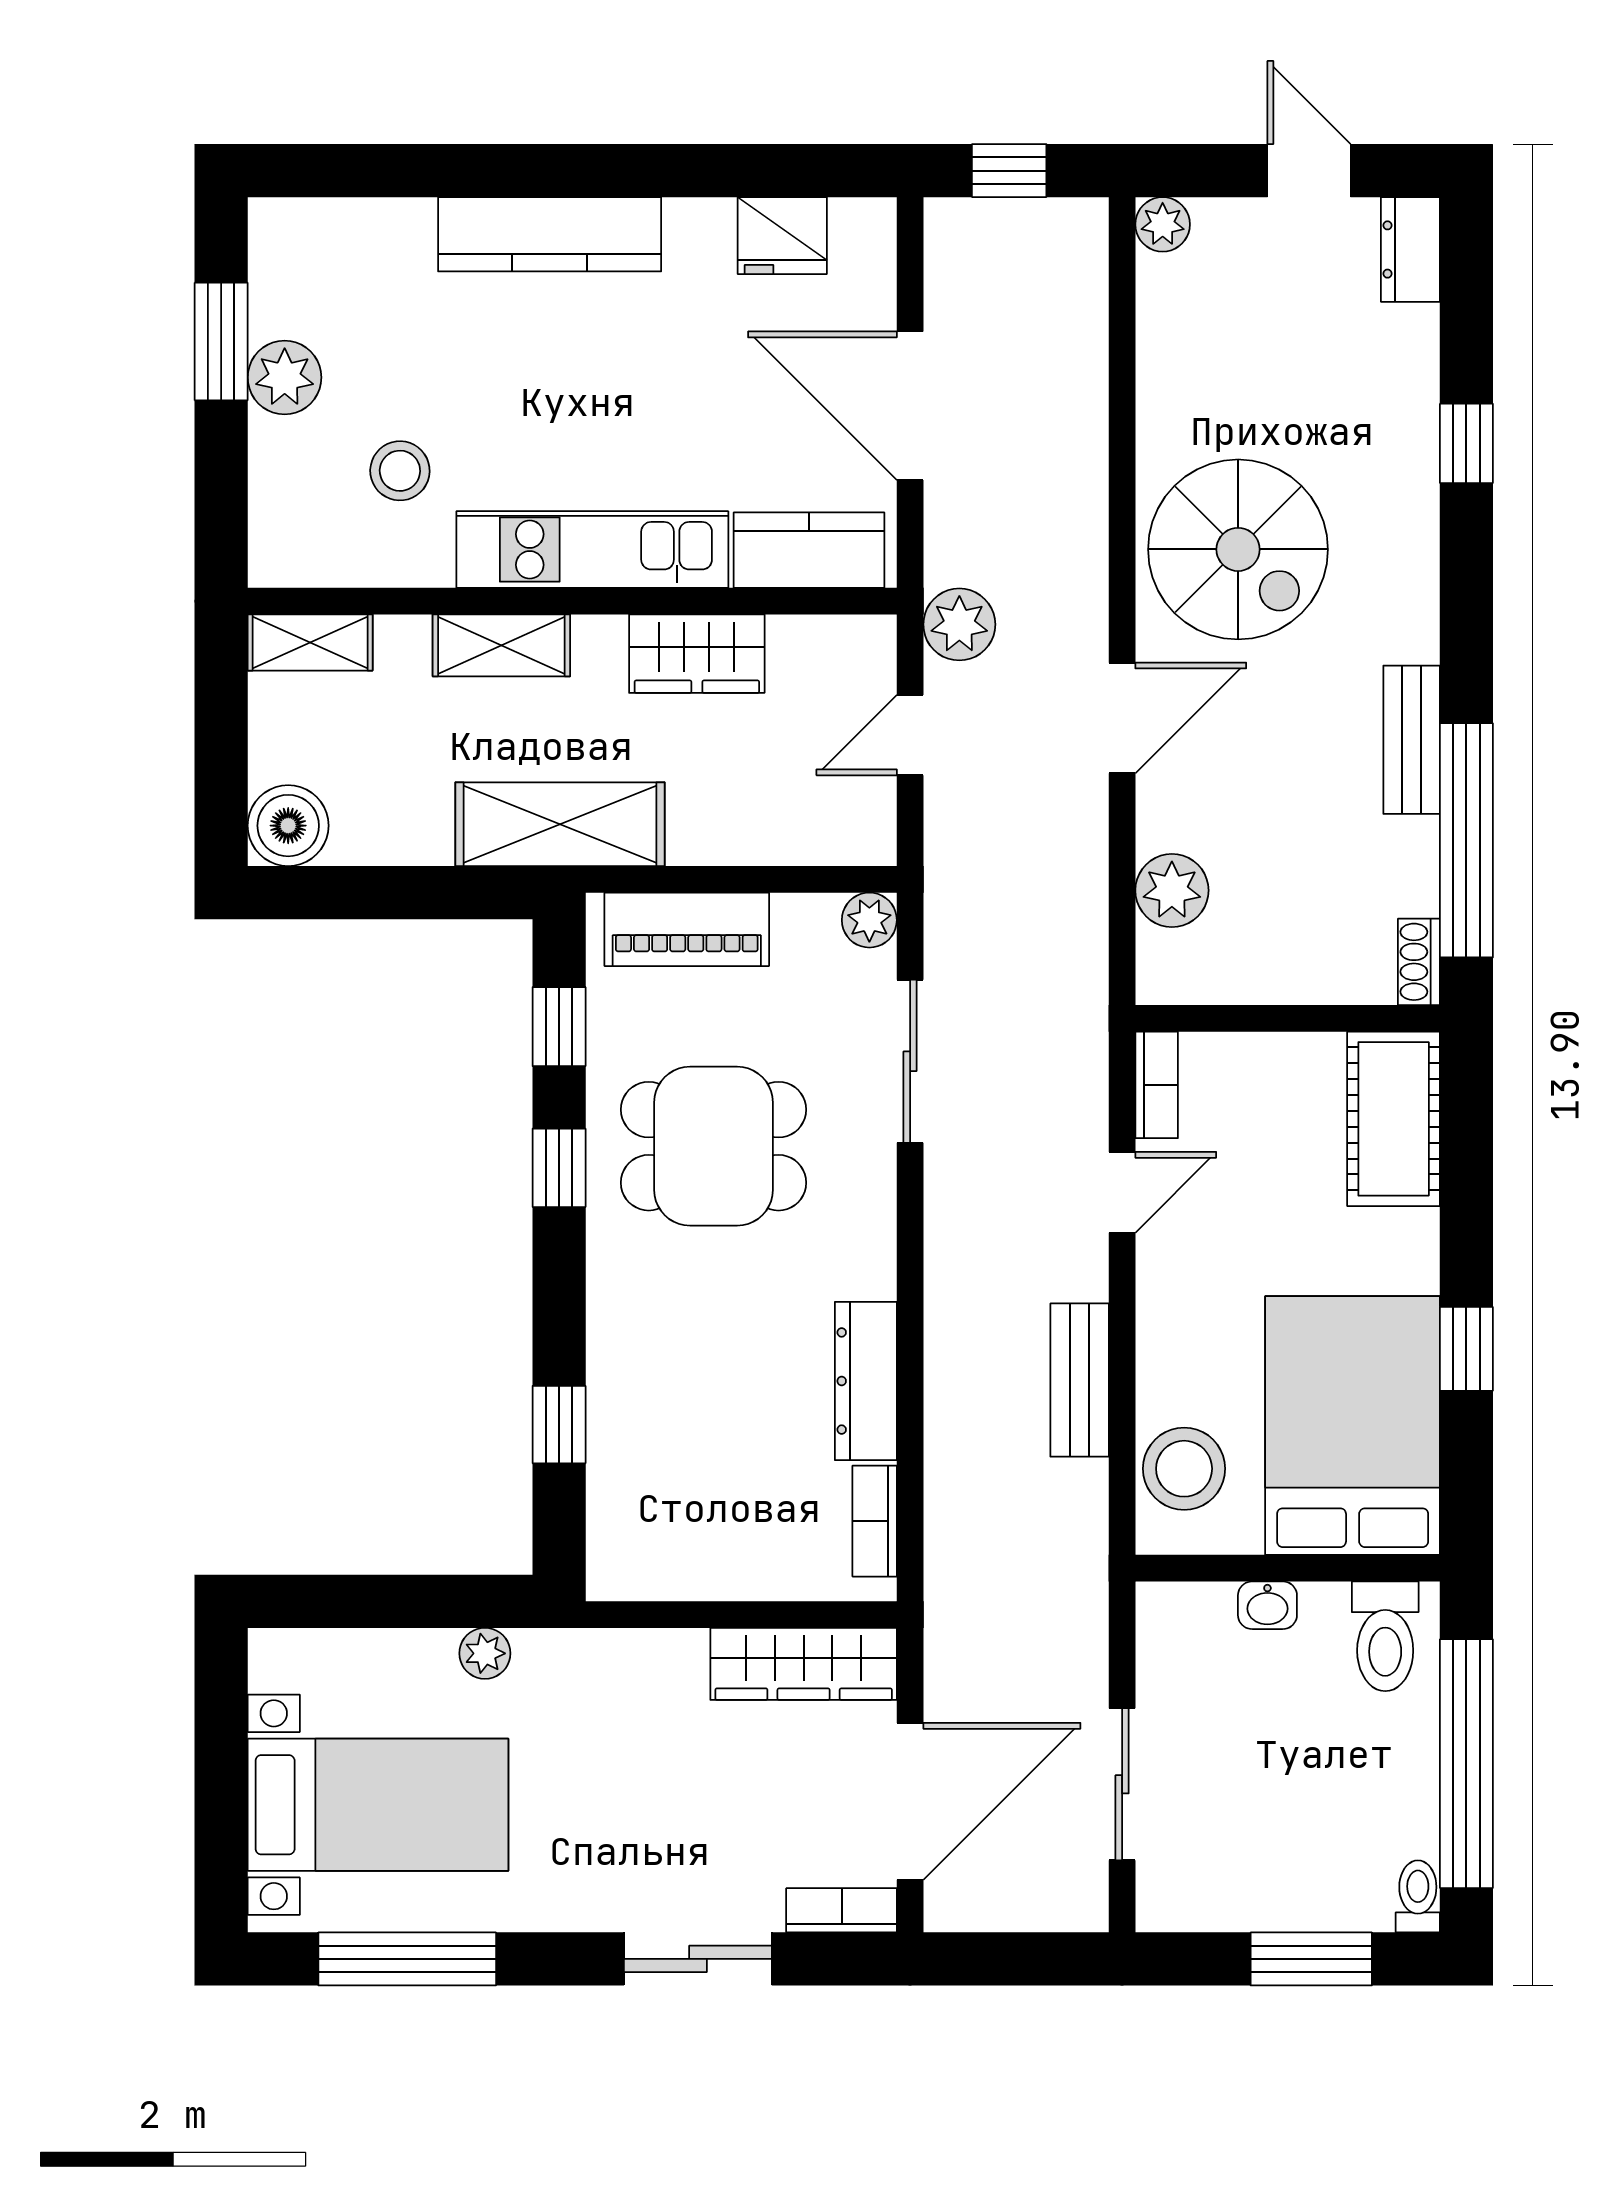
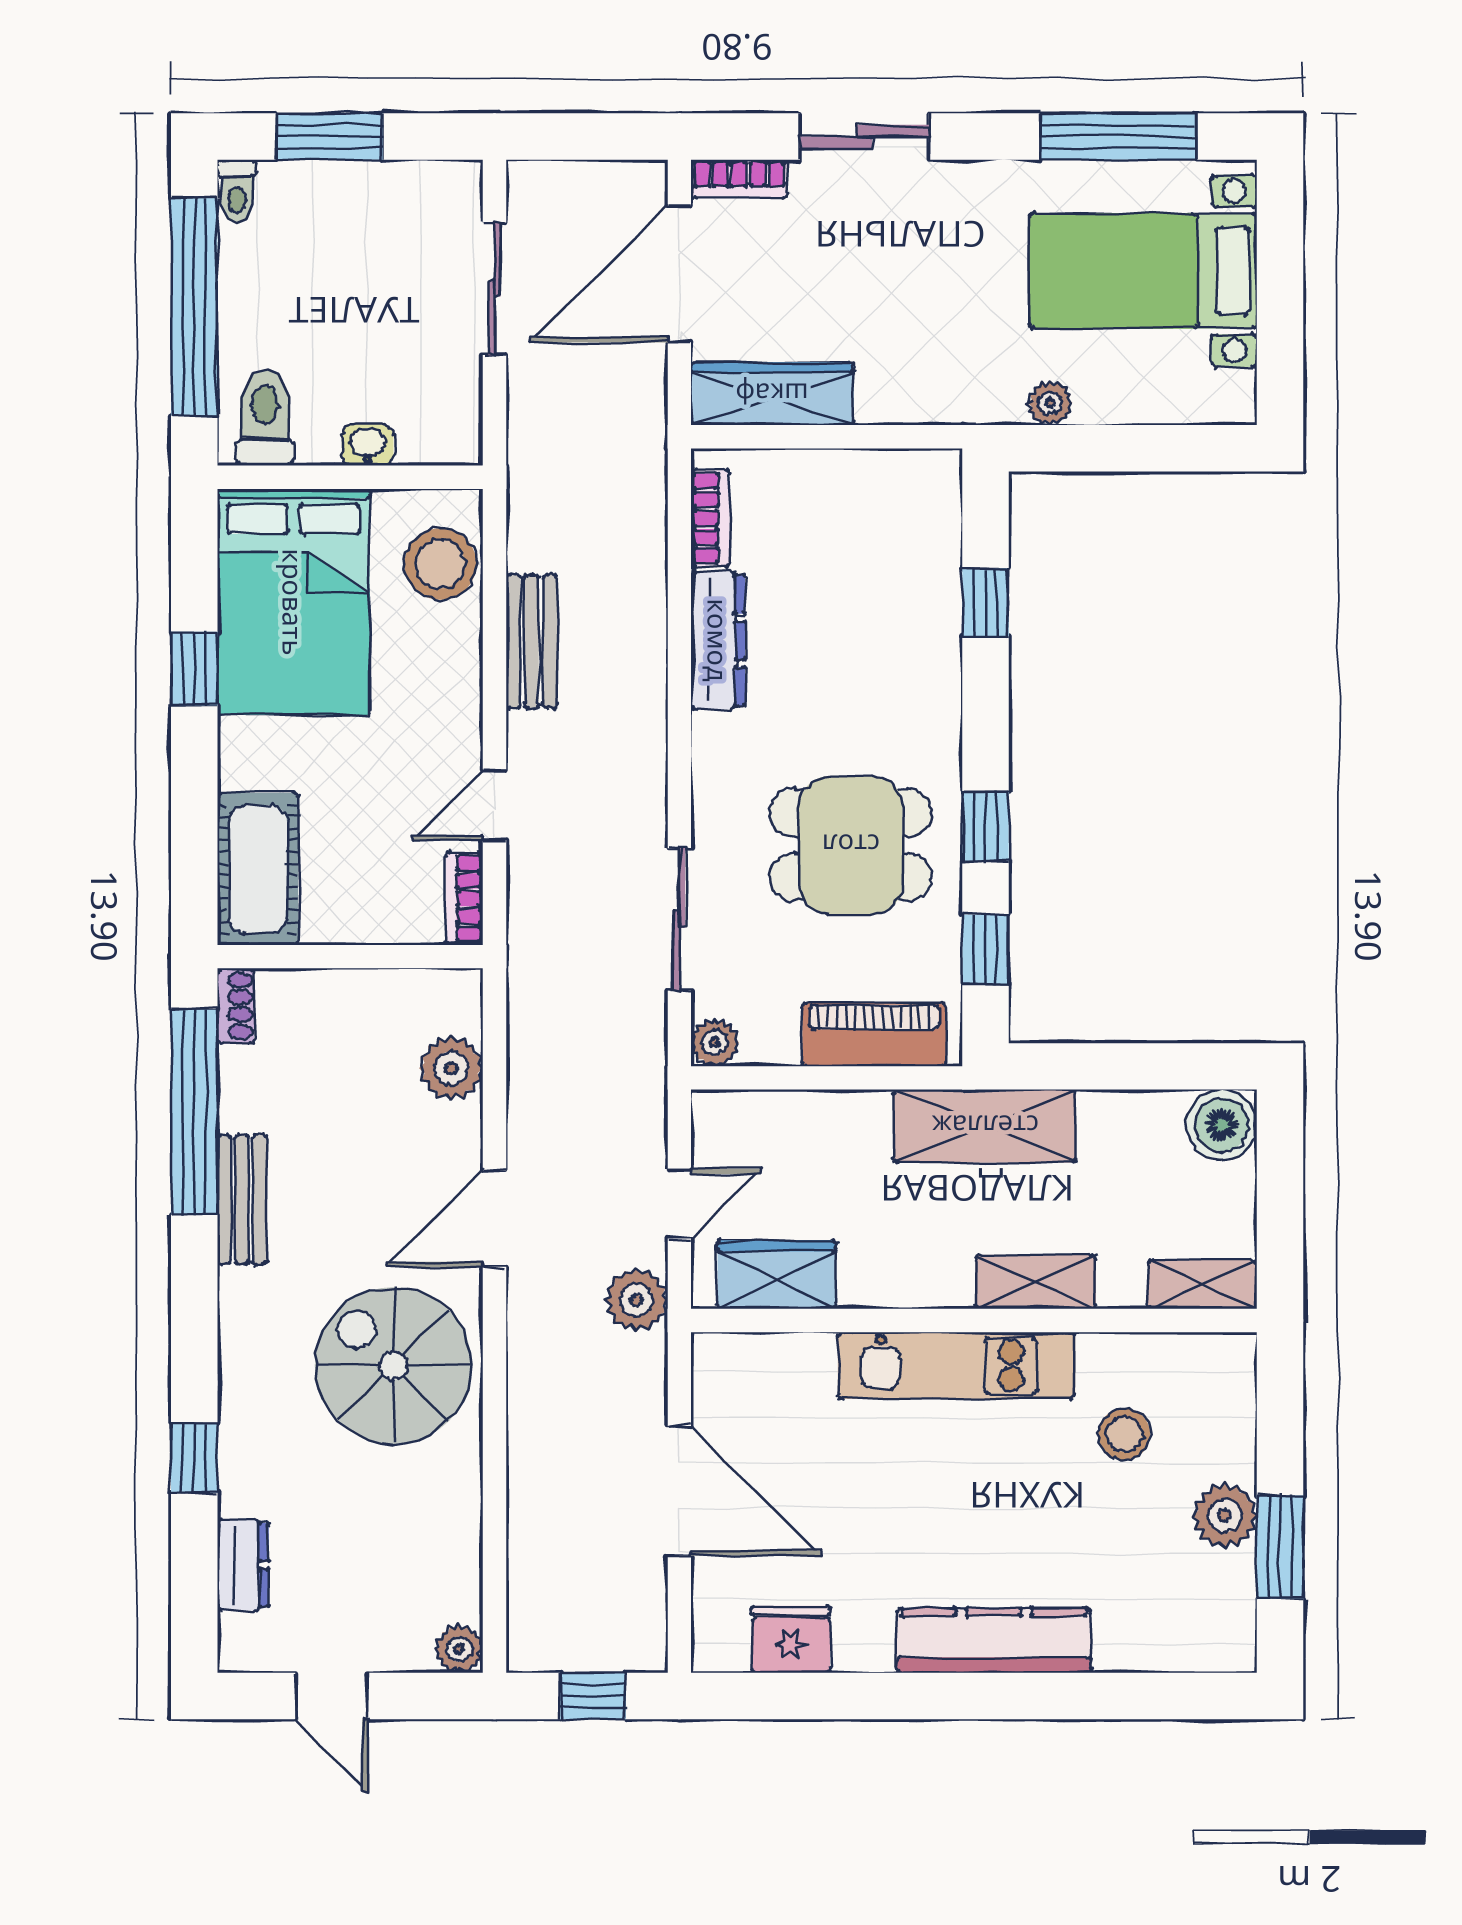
dresser: (1410, 249) -> (243, 1565), moved
kitchen counter: (809, 550) -> (767, 1365), removed
wardrobe: (697, 654) -> (777, 1275), moved

